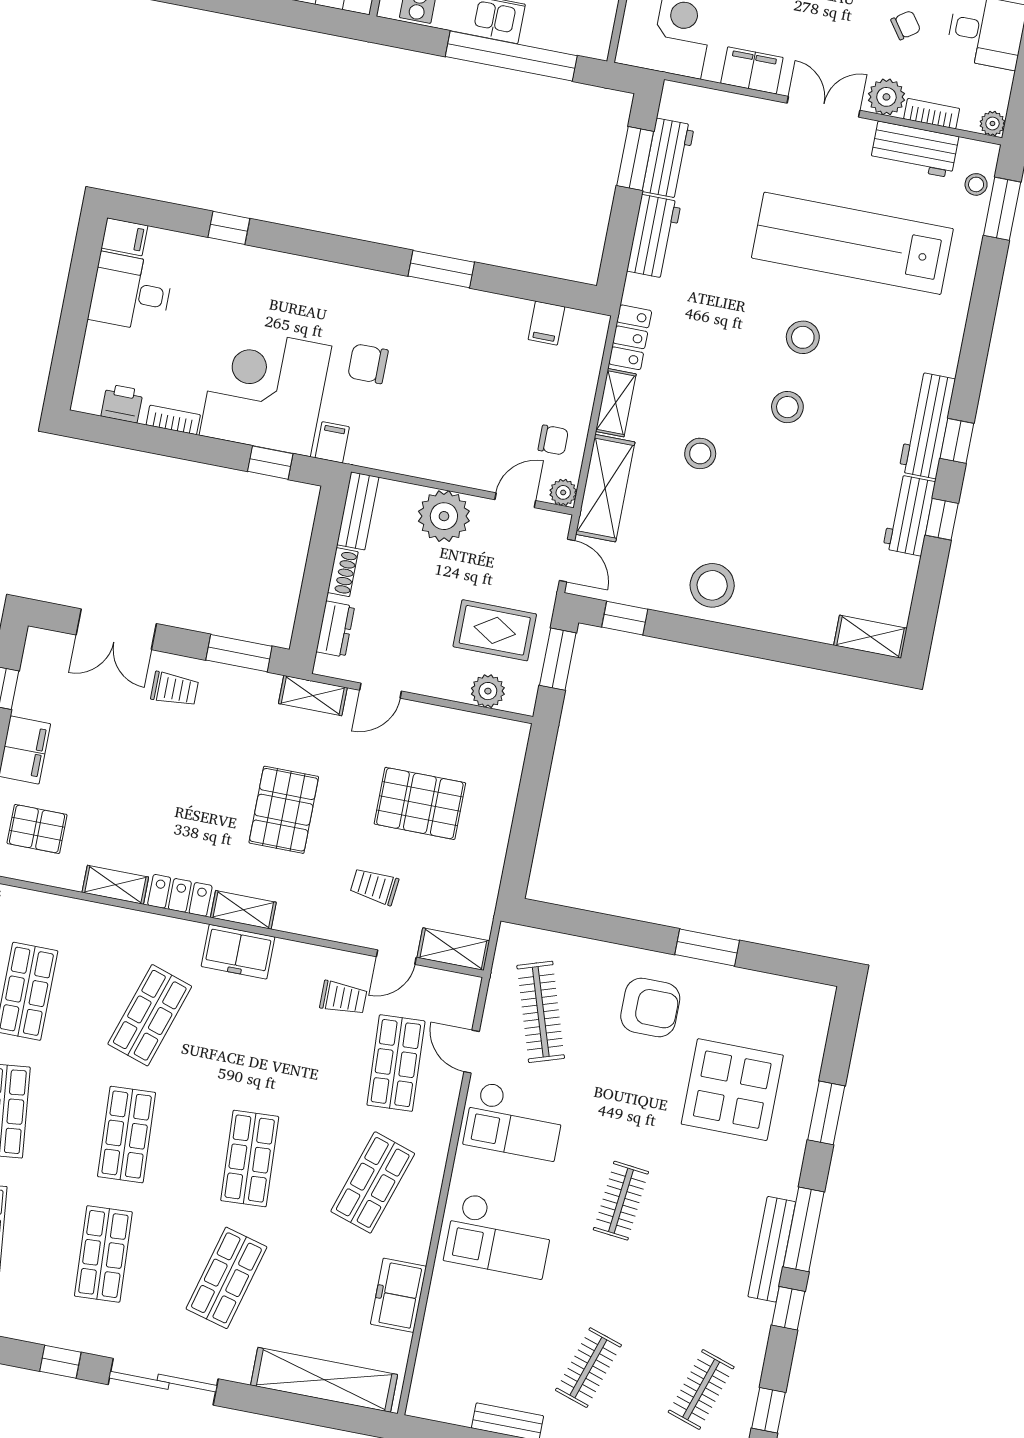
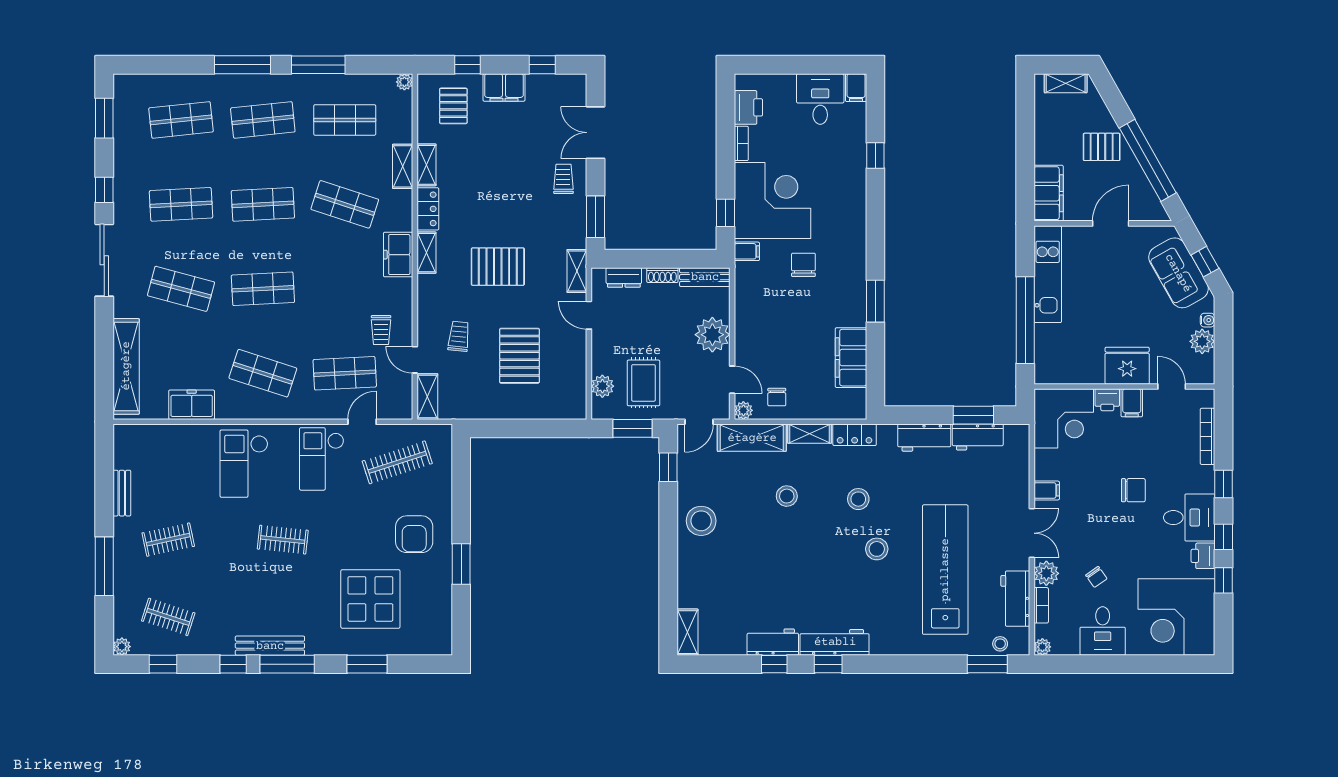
filing cabinet: (752, 70) -> (1047, 490), width x0.50
filing cabinet: (546, 323) -> (851, 358), width x3.00, depth x1.17
printer: (122, 403) -> (748, 107), width x1.36, depth x1.24
stool: (787, 407) -> (858, 499), moved
trolley: (175, 689) -> (563, 179), turned 180
shelving: (111, 920) -> (403, 166), added
clothes rail: (588, 1368) -> (168, 540), turned -30

